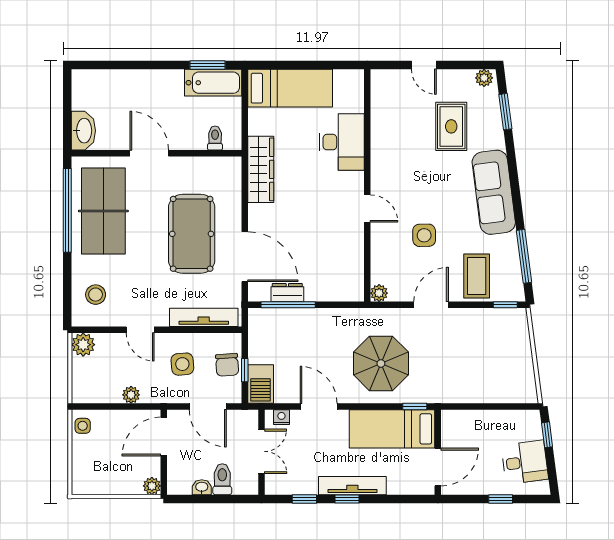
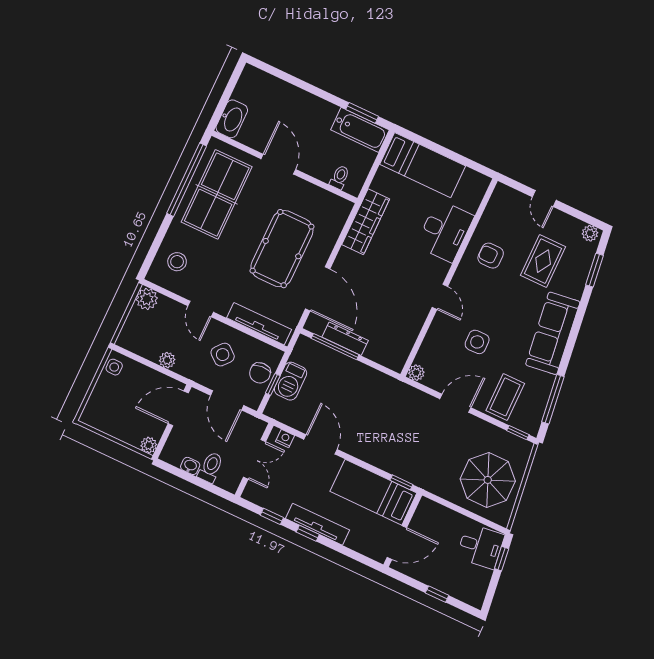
armchair: (398, 145) -> (491, 256), added
dresser: (287, 293) -> (345, 339), width x1.44
parasol: (381, 363) -> (488, 480), moved
side table: (182, 364) -> (223, 355), turned 45
barbecue: (261, 384) -> (291, 381), moved
desk: (525, 462) -> (480, 546), moved

